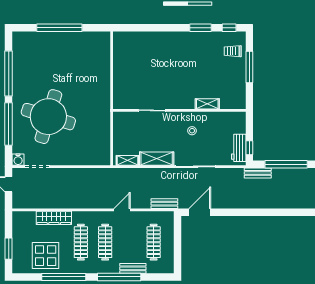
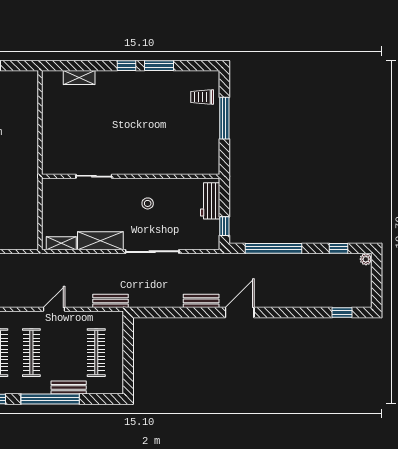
window: (229, 28) -> (126, 66), moved
shelving: (207, 104) -> (79, 78), moved
workbench: (239, 148) -> (210, 201), moved
bench: (258, 173) -> (201, 301), moved
door: (200, 212) -> (240, 312), moved

